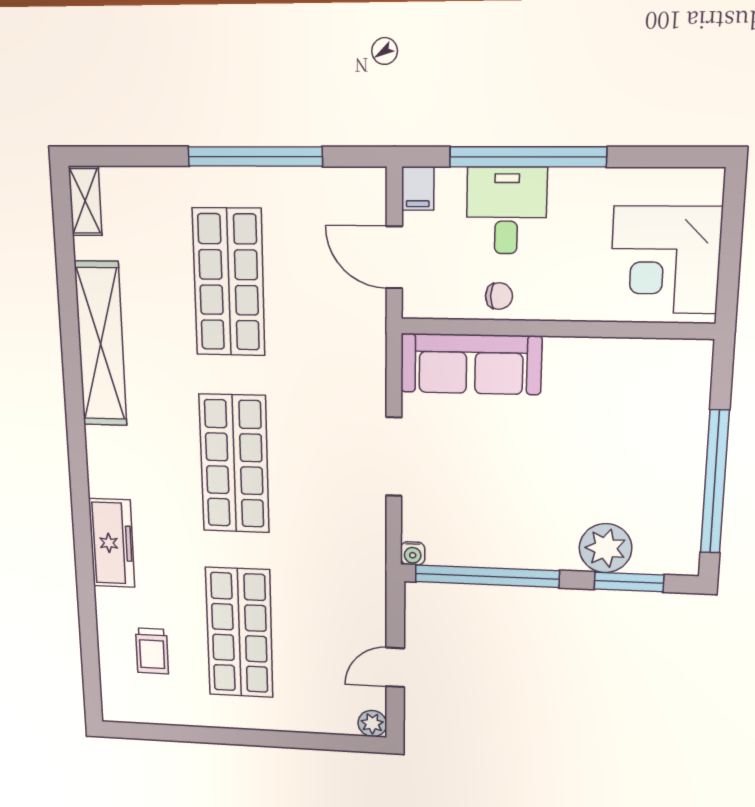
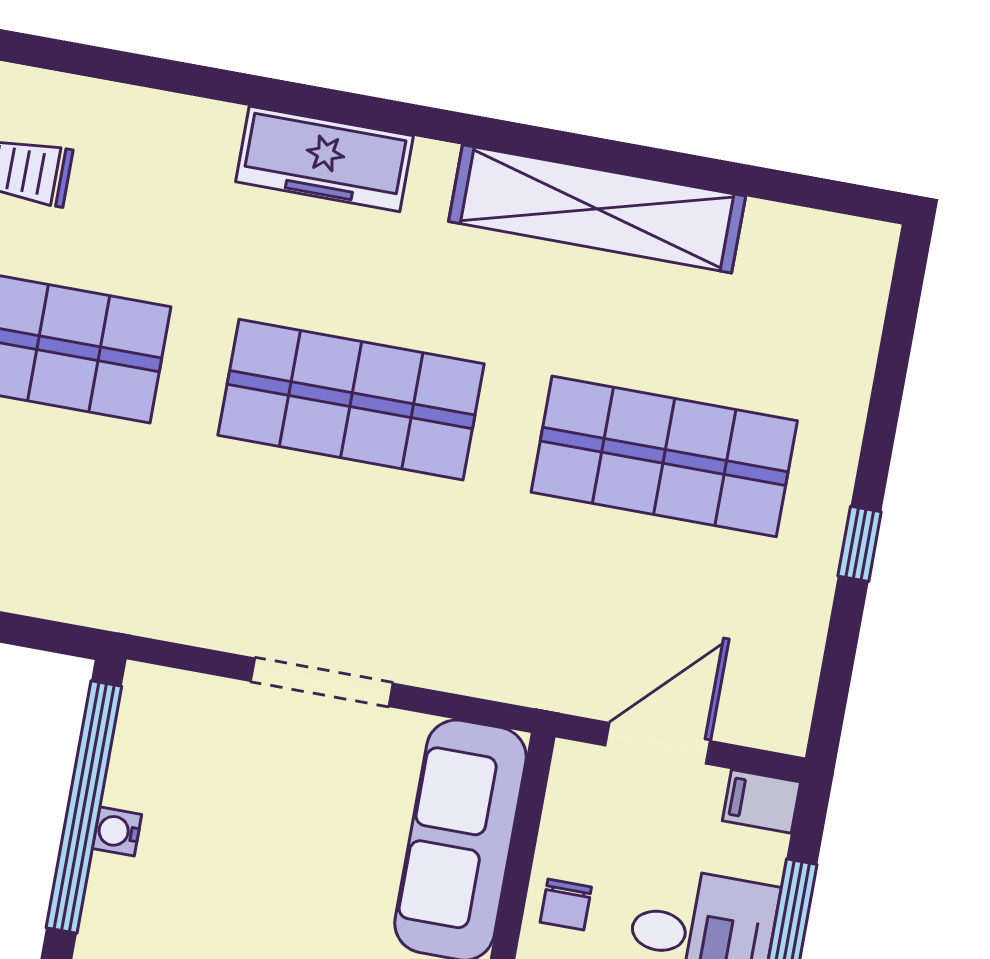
window: (255, 156) -> (860, 544), width x0.32
shelving: (85, 201) -> (840, 240), removed
freezer: (112, 543) -> (325, 159), moved
water cooler: (413, 553) -> (117, 831), moved

